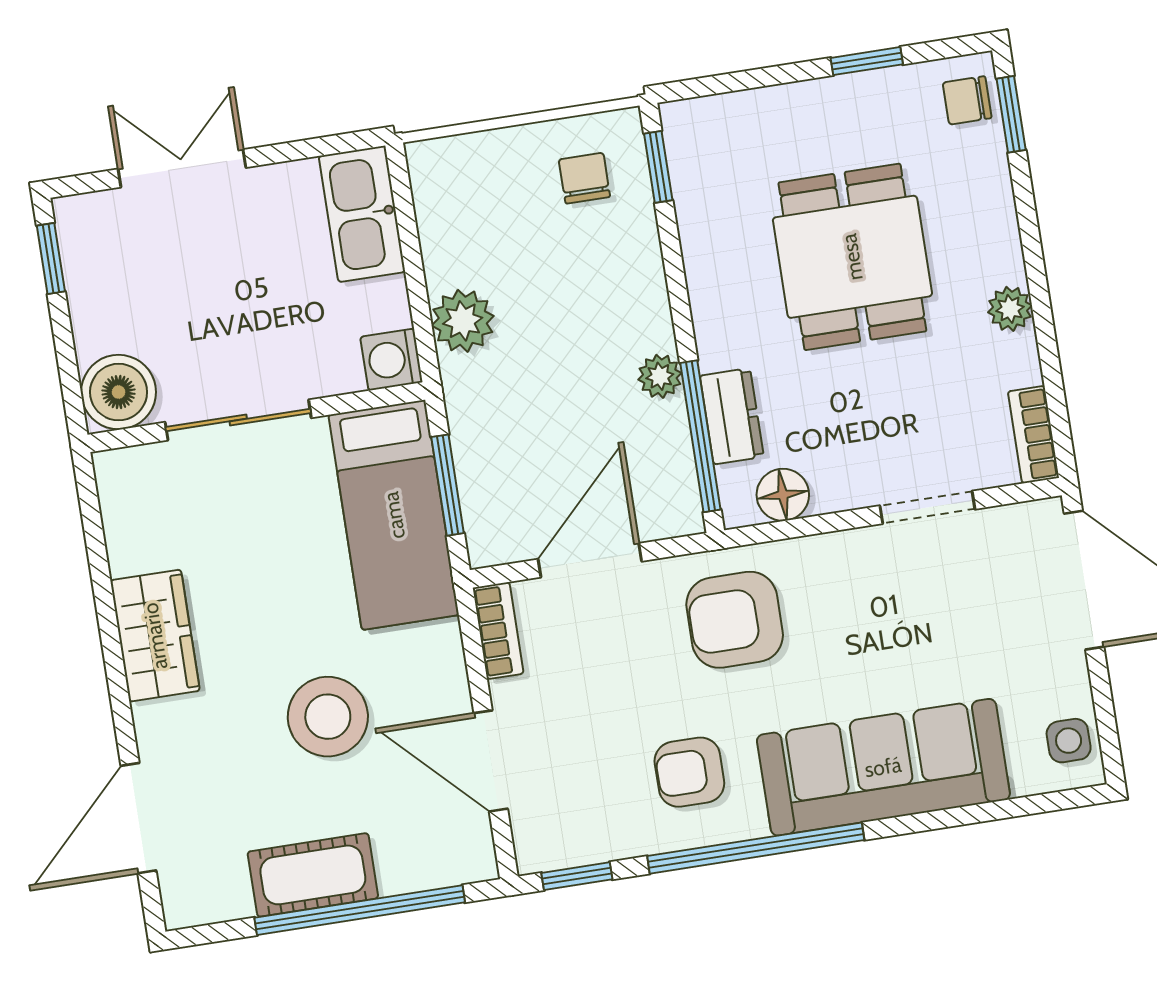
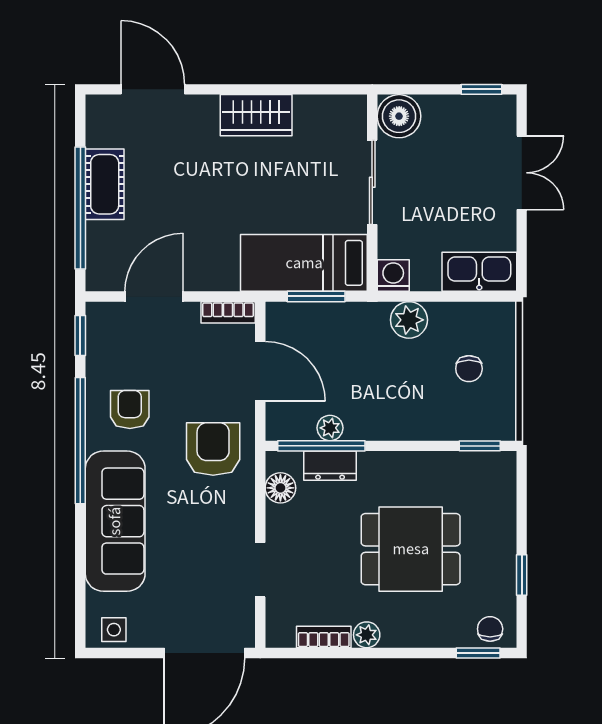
chair: (584, 178) -> (469, 369), moved, turned 90
plant: (660, 376) -> (330, 428), moved
bookcase: (1033, 435) -> (324, 637), moved
stool: (328, 717) -> (194, 207), removed

